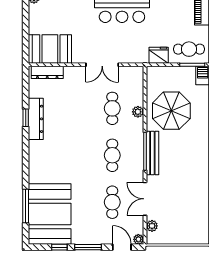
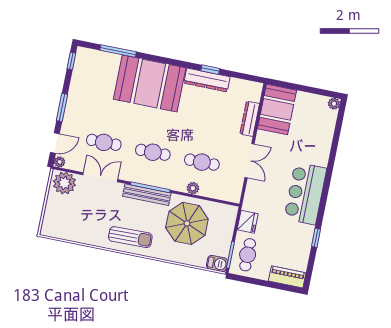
double door: (102, 65) -> (250, 161), swing flipped
dresser: (47, 72) -> (250, 119), moved
sun lounger: (195, 160) -> (130, 237), added
booth: (50, 214) -> (150, 84), moved
plant: (152, 226) -> (64, 183), width x1.87, depth x1.87
window: (59, 247) -> (71, 61), moved

